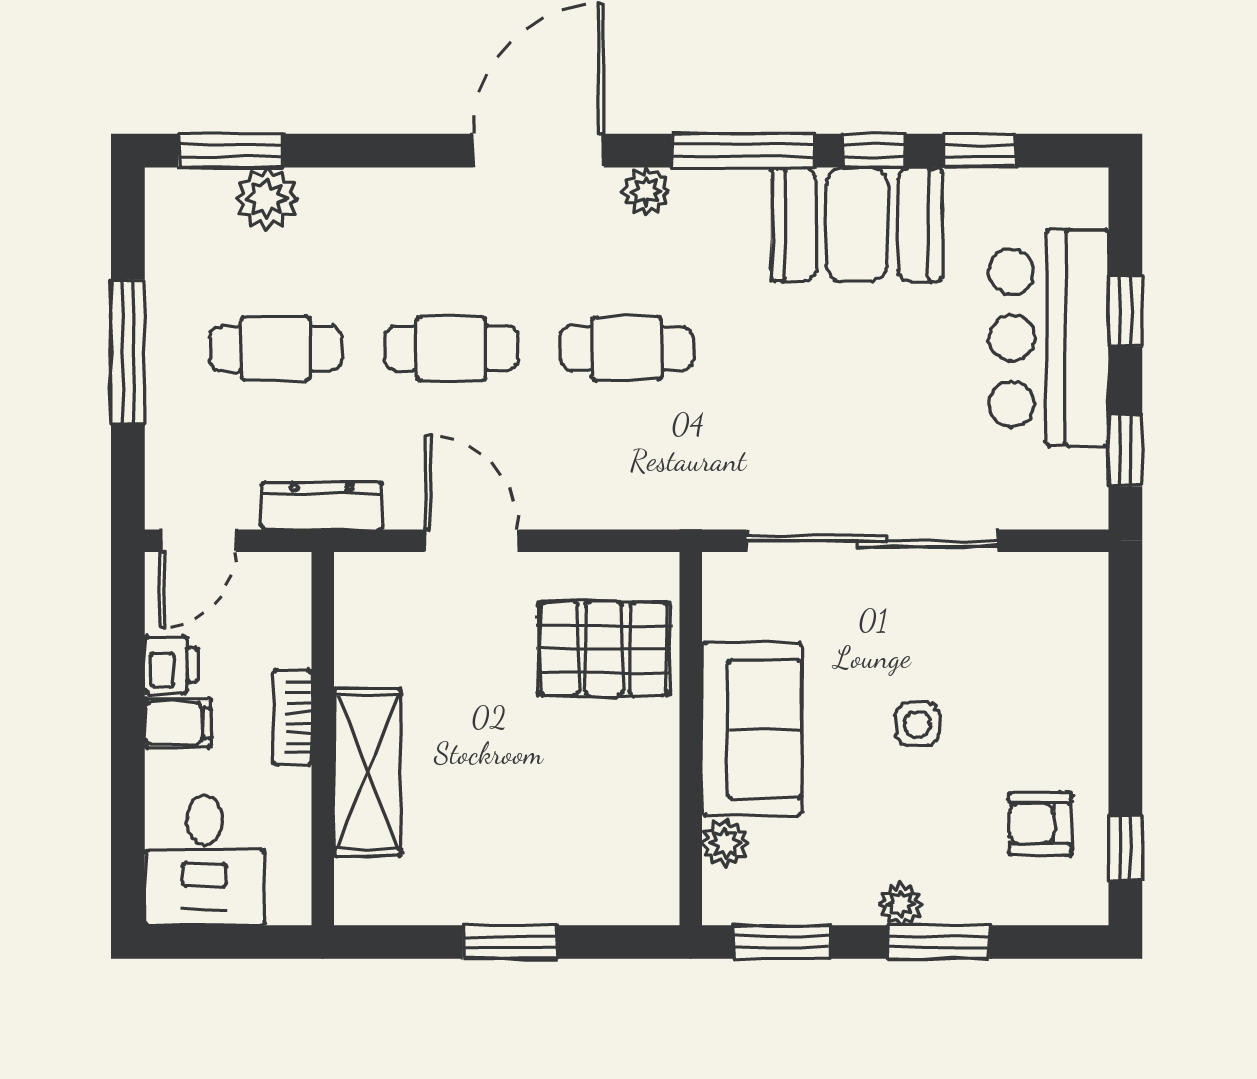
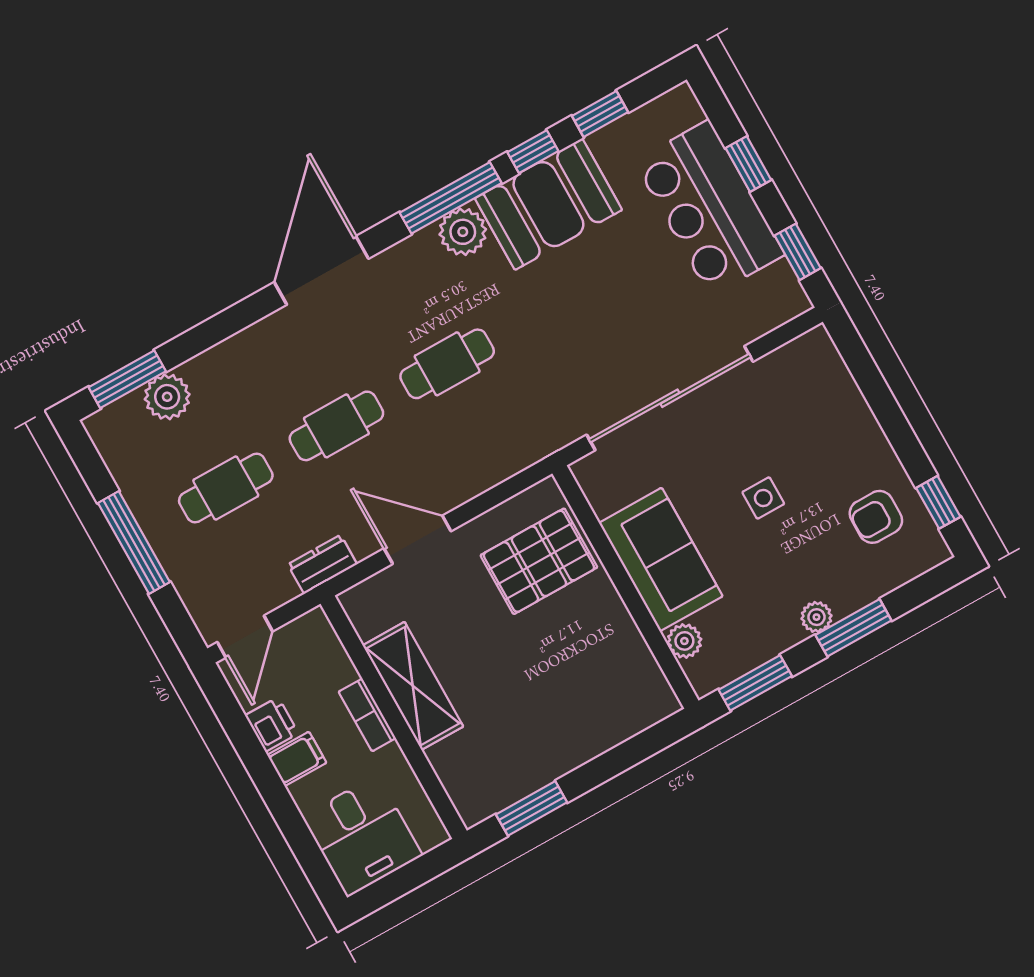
plant: (646, 191) -> (463, 232), moved, width x1.38, depth x1.38
dresser: (322, 506) -> (322, 564), width x0.70
shelving: (367, 772) -> (413, 686), moved
window: (510, 942) -> (532, 808), moved

